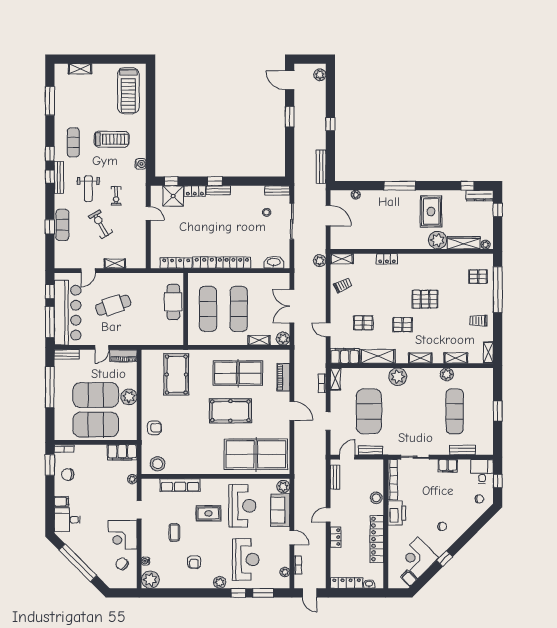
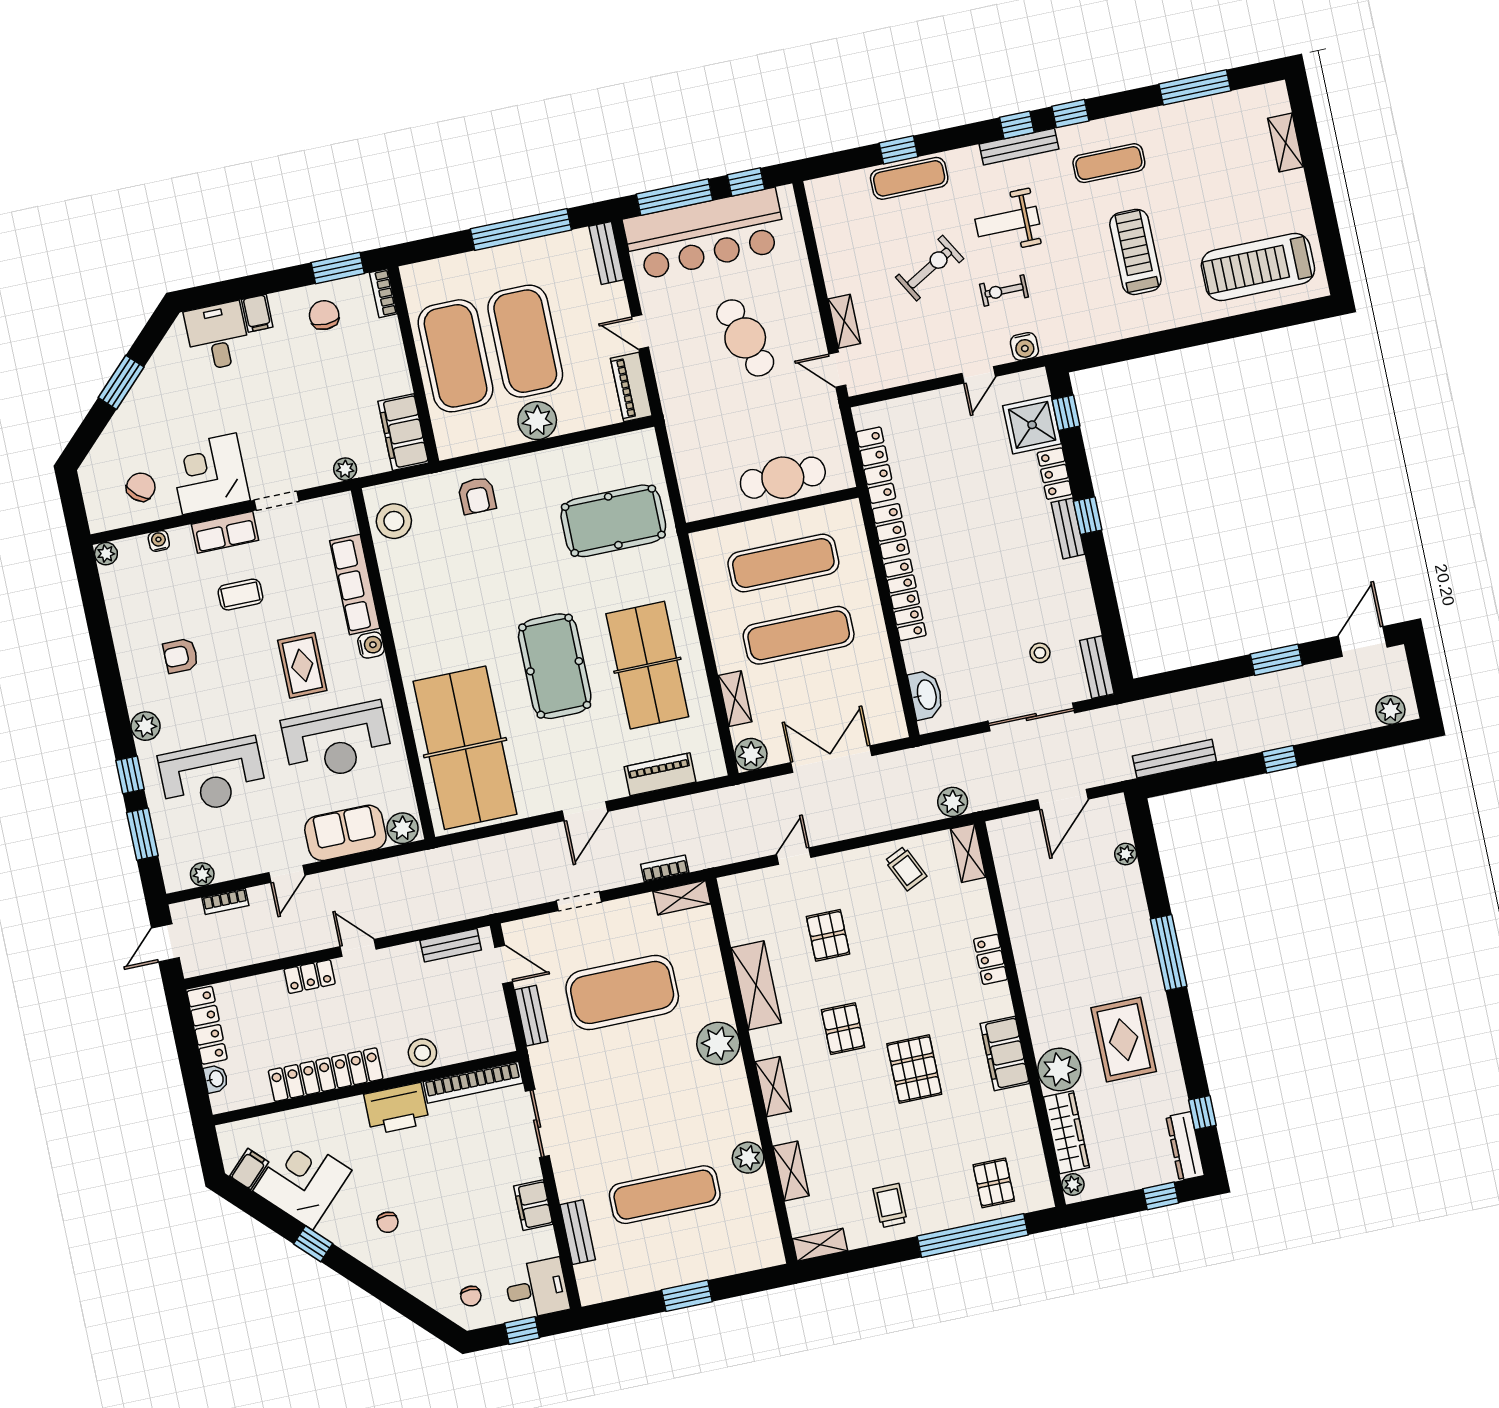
treadmill: (112, 139) -> (1135, 252), turned 180
water cooler: (141, 164) -> (1024, 346), moved
rug: (431, 211) -> (1124, 1040), turned 90
door: (88, 271) -> (837, 370), moved
filing cabinet: (345, 356) -> (1005, 1054), moved, turned 180
water cooler: (206, 484) -> (371, 645), added
row of seats: (148, 533) -> (225, 532), added
window: (78, 563) -> (121, 382), width x0.47
plant: (150, 580) -> (106, 554), width x0.53, depth x0.53

